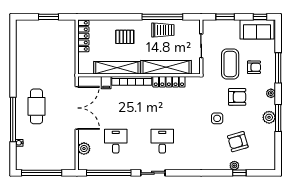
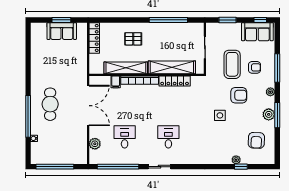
sofa: (49, 29) -> (62, 31), added
trolley: (163, 30) -> (169, 32), removed
armchair: (238, 142) -> (256, 140), moved, turned -71

